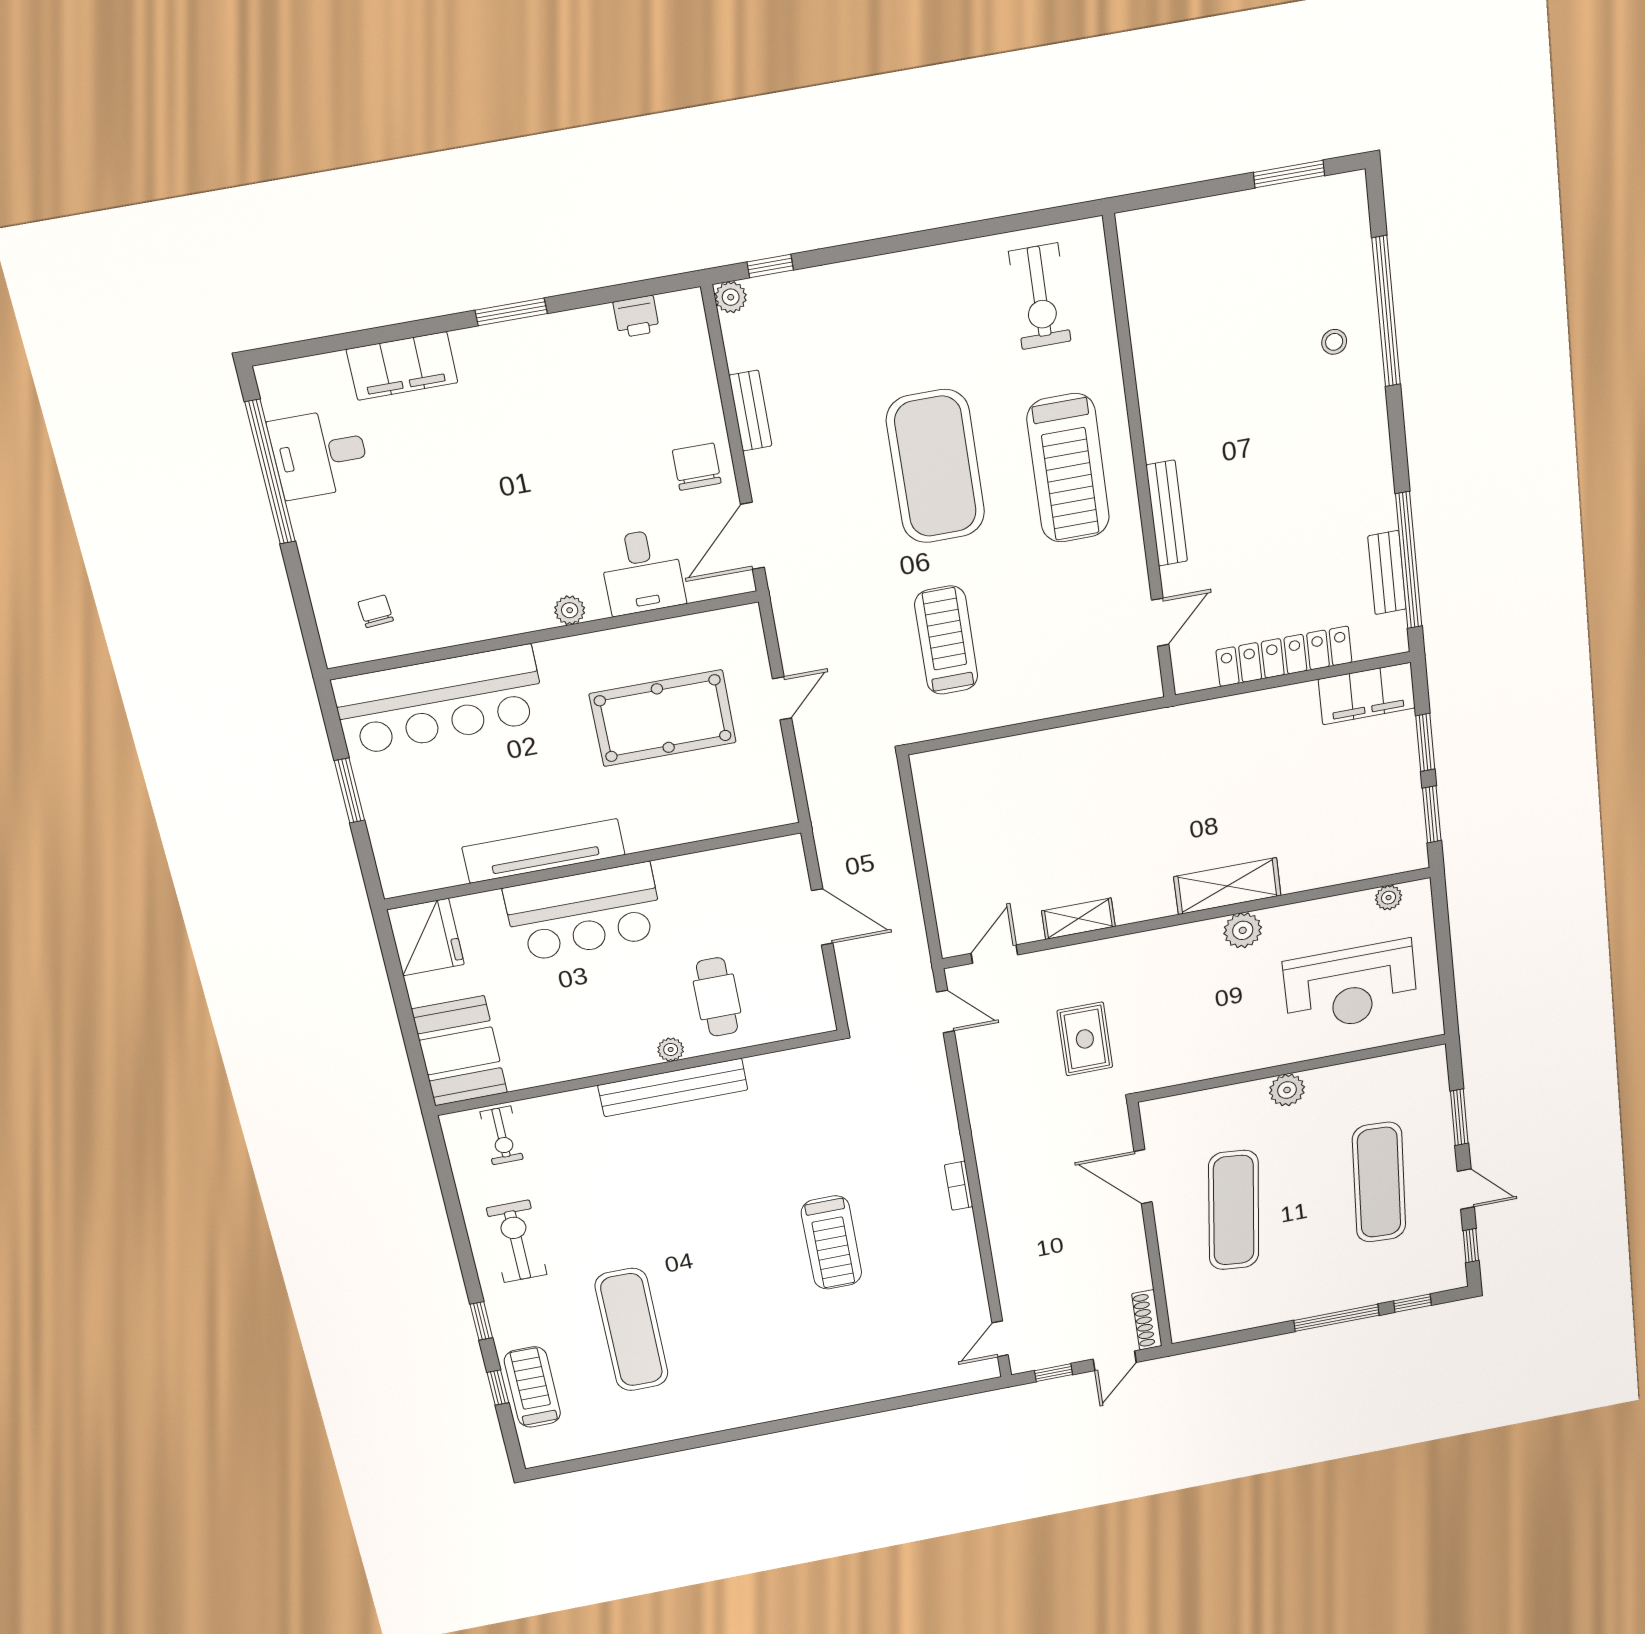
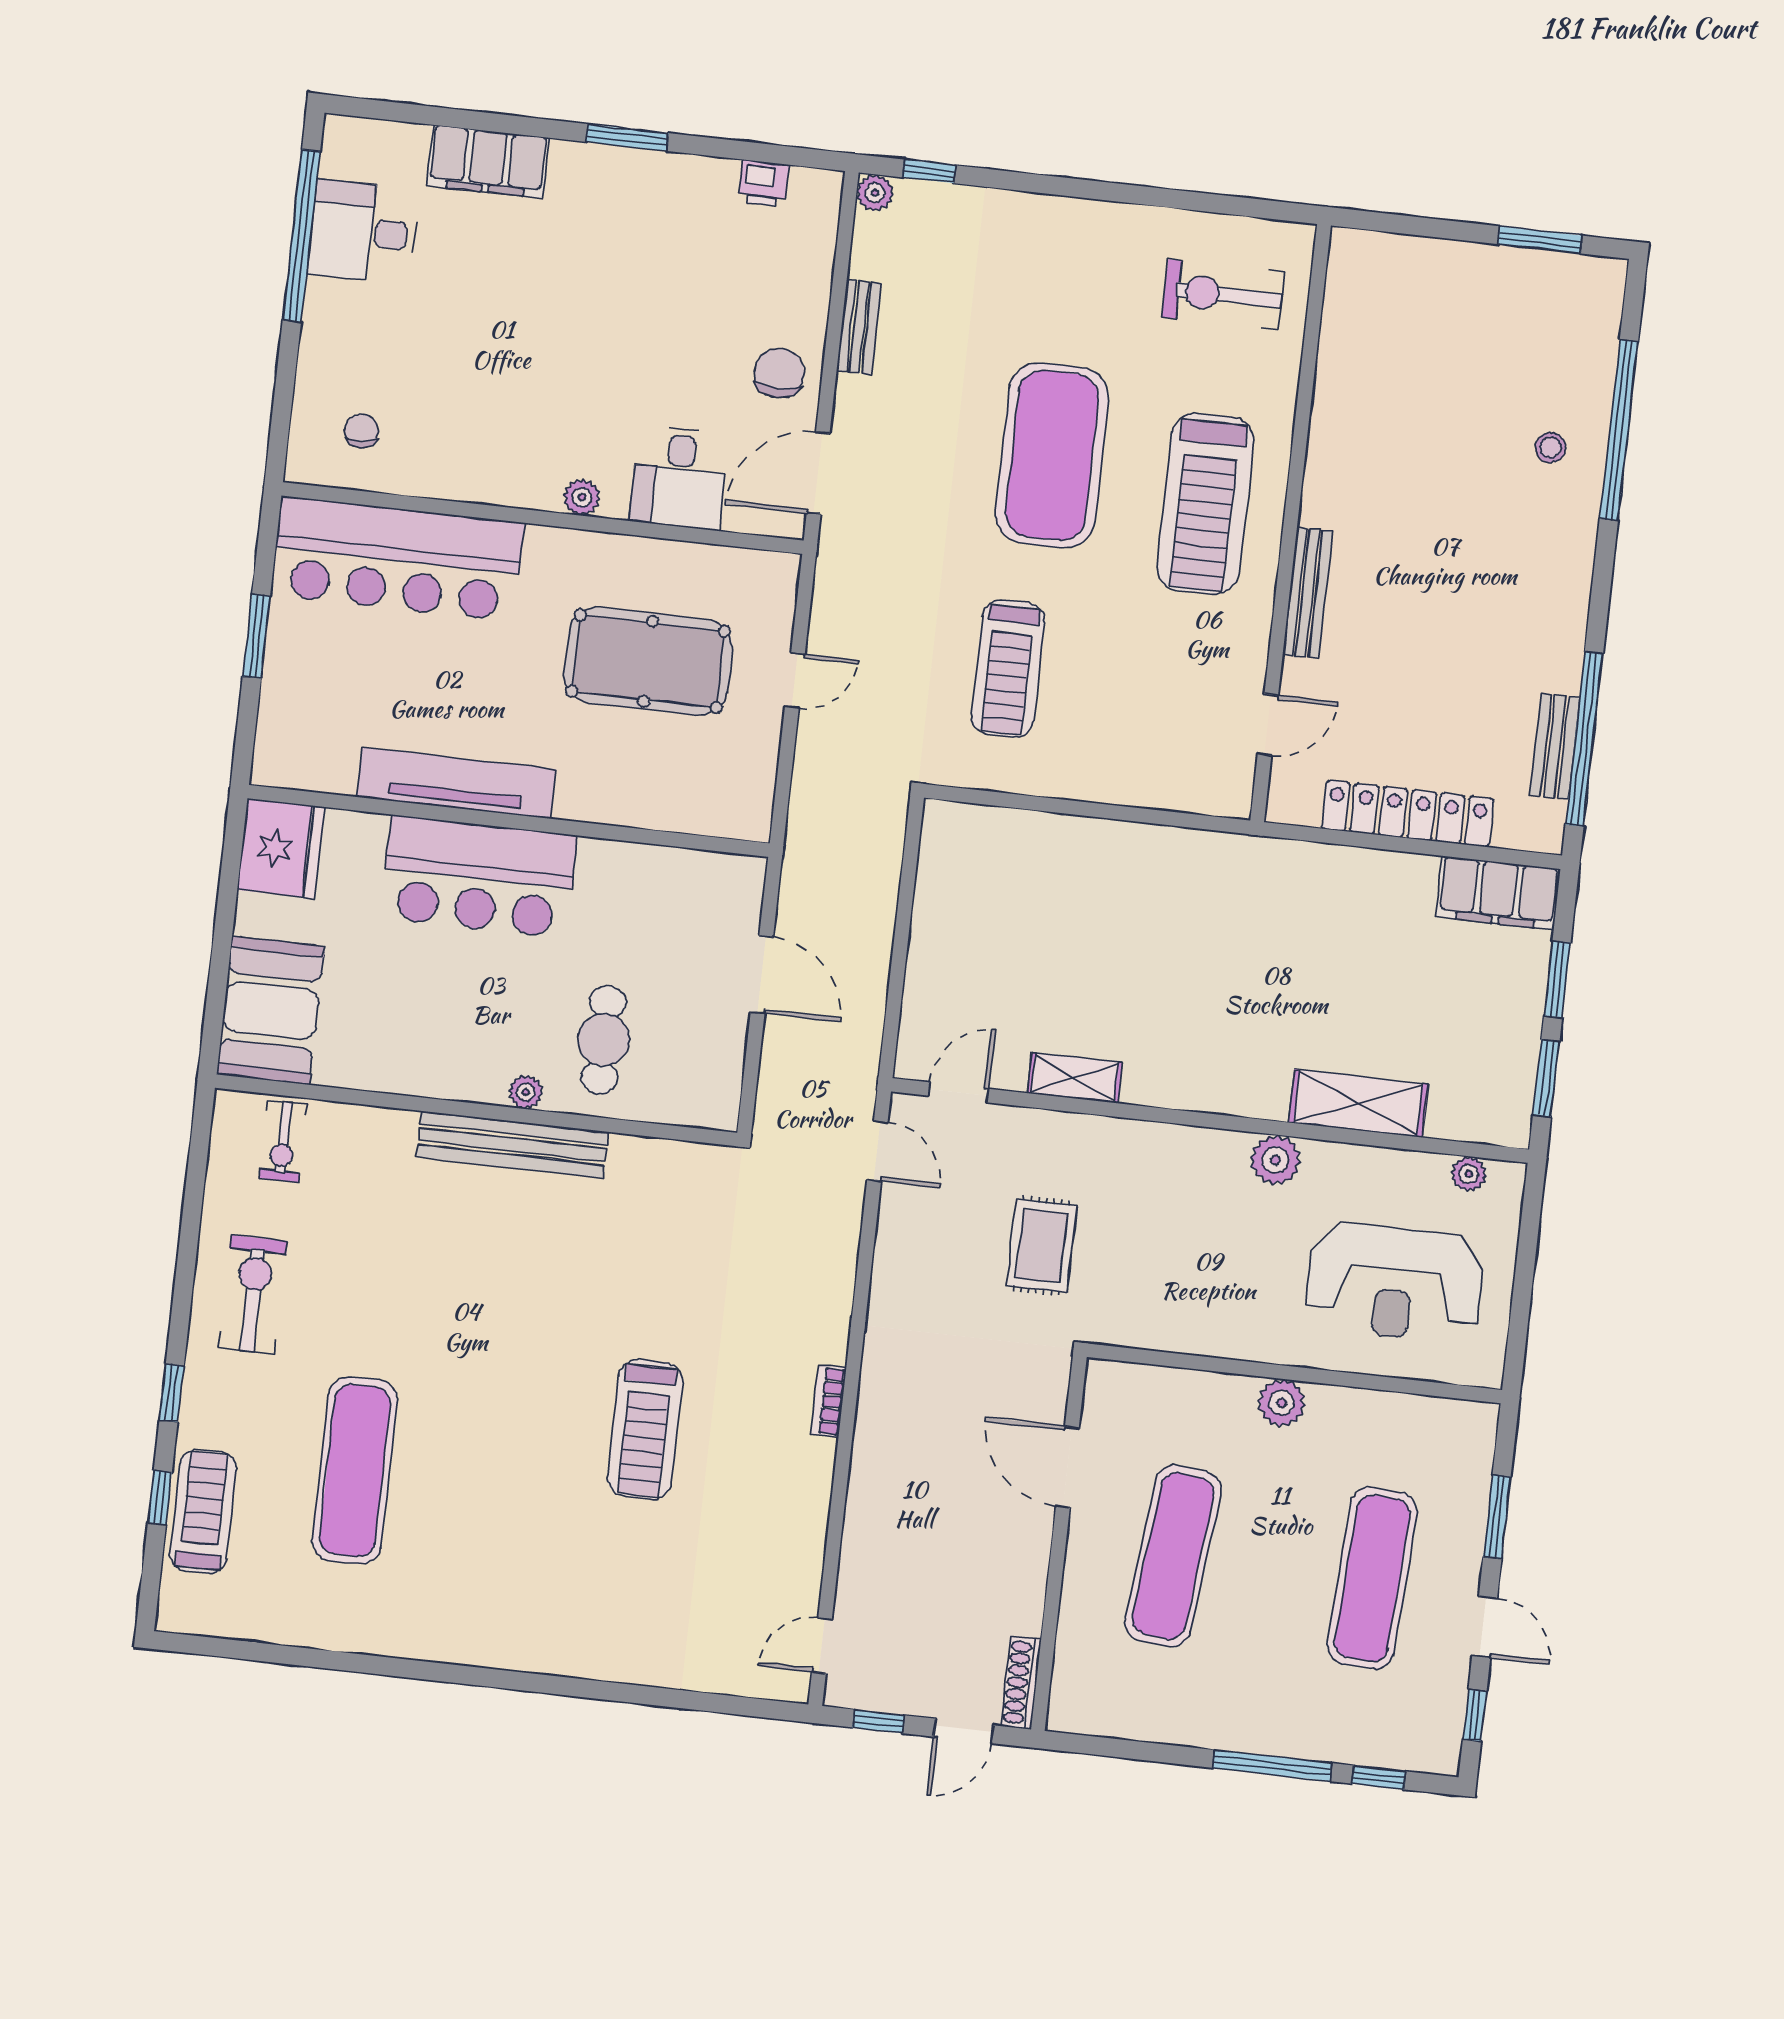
exercise bike: (1040, 296) -> (1223, 295), turned 90
treadmill: (946, 640) -> (1008, 669), turned 180
shelving: (1227, 886) -> (1358, 1103), moved

